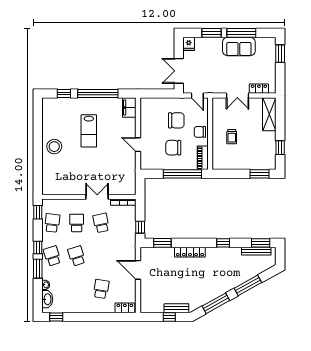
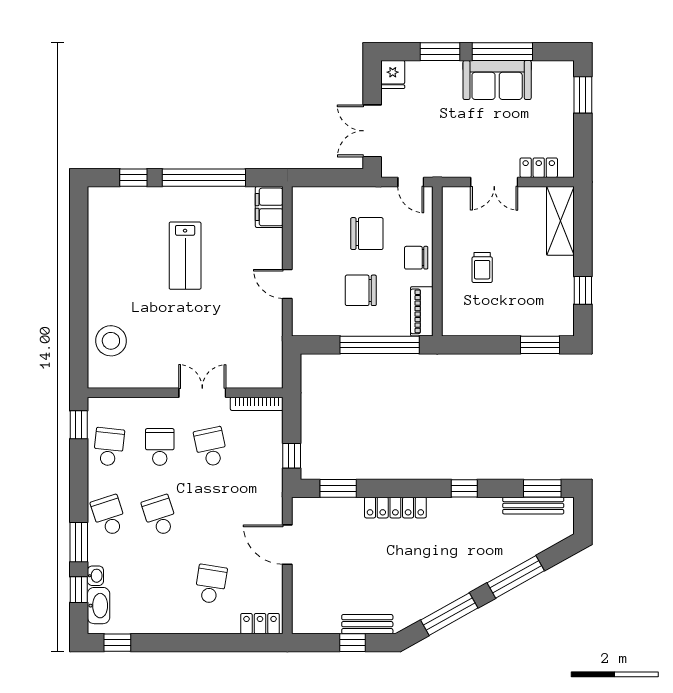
stool: (54, 147) -> (111, 341), moved
window: (38, 248) -> (79, 590), moved

